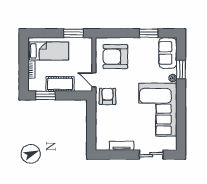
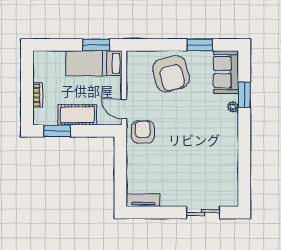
bed: (48, 51) -> (94, 63), moved, turned 180
armchair: (115, 57) -> (171, 74), moved, turned -105
corner sofa: (158, 110) -> (212, 150), removed
tv unit: (121, 146) -> (143, 200), moved

